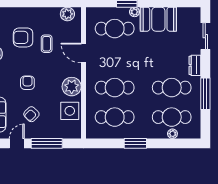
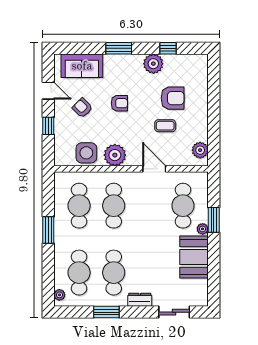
armchair: (23, 37) -> (173, 98), turned 90
door: (83, 53) -> (154, 169), hinge flipped
window: (205, 94) -> (106, 312), width x0.69
plant: (172, 134) -> (59, 295), moved
window: (47, 143) -> (48, 126), width x0.46

